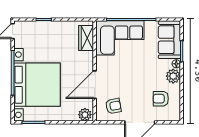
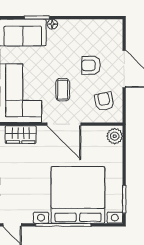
coffee table: (123, 72) -> (63, 90), added
plant: (173, 76) -> (67, 28), removed
door: (95, 85) -> (64, 124), moved
armchair: (161, 99) -> (91, 65), moved, turned 90

